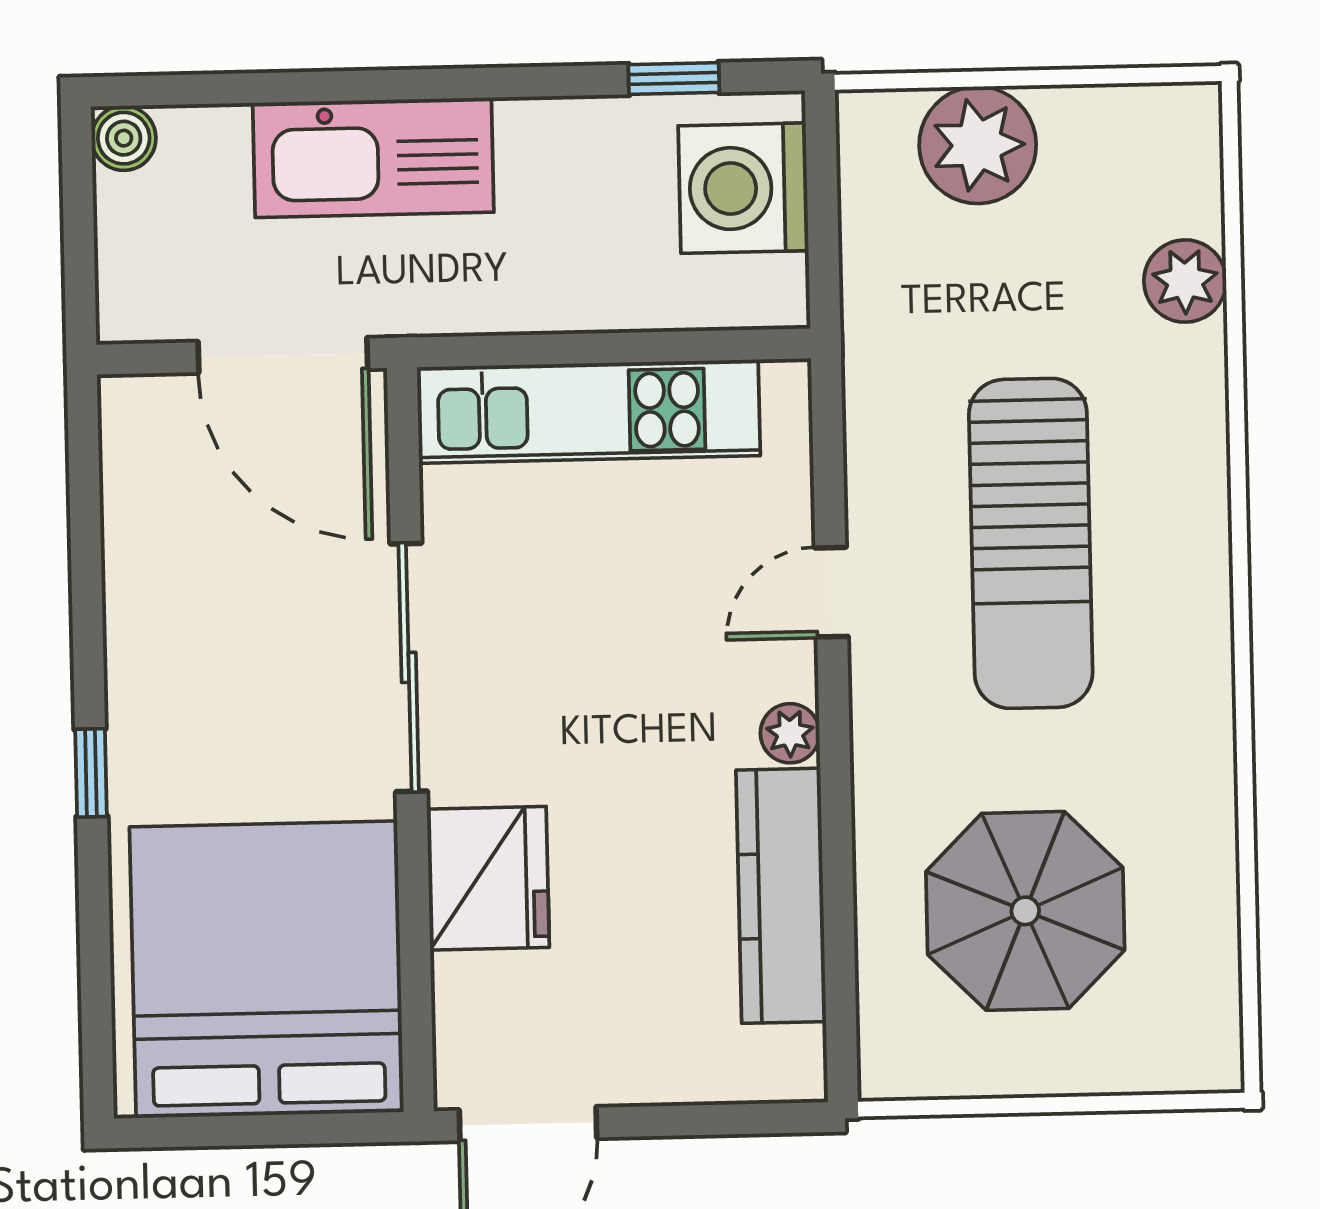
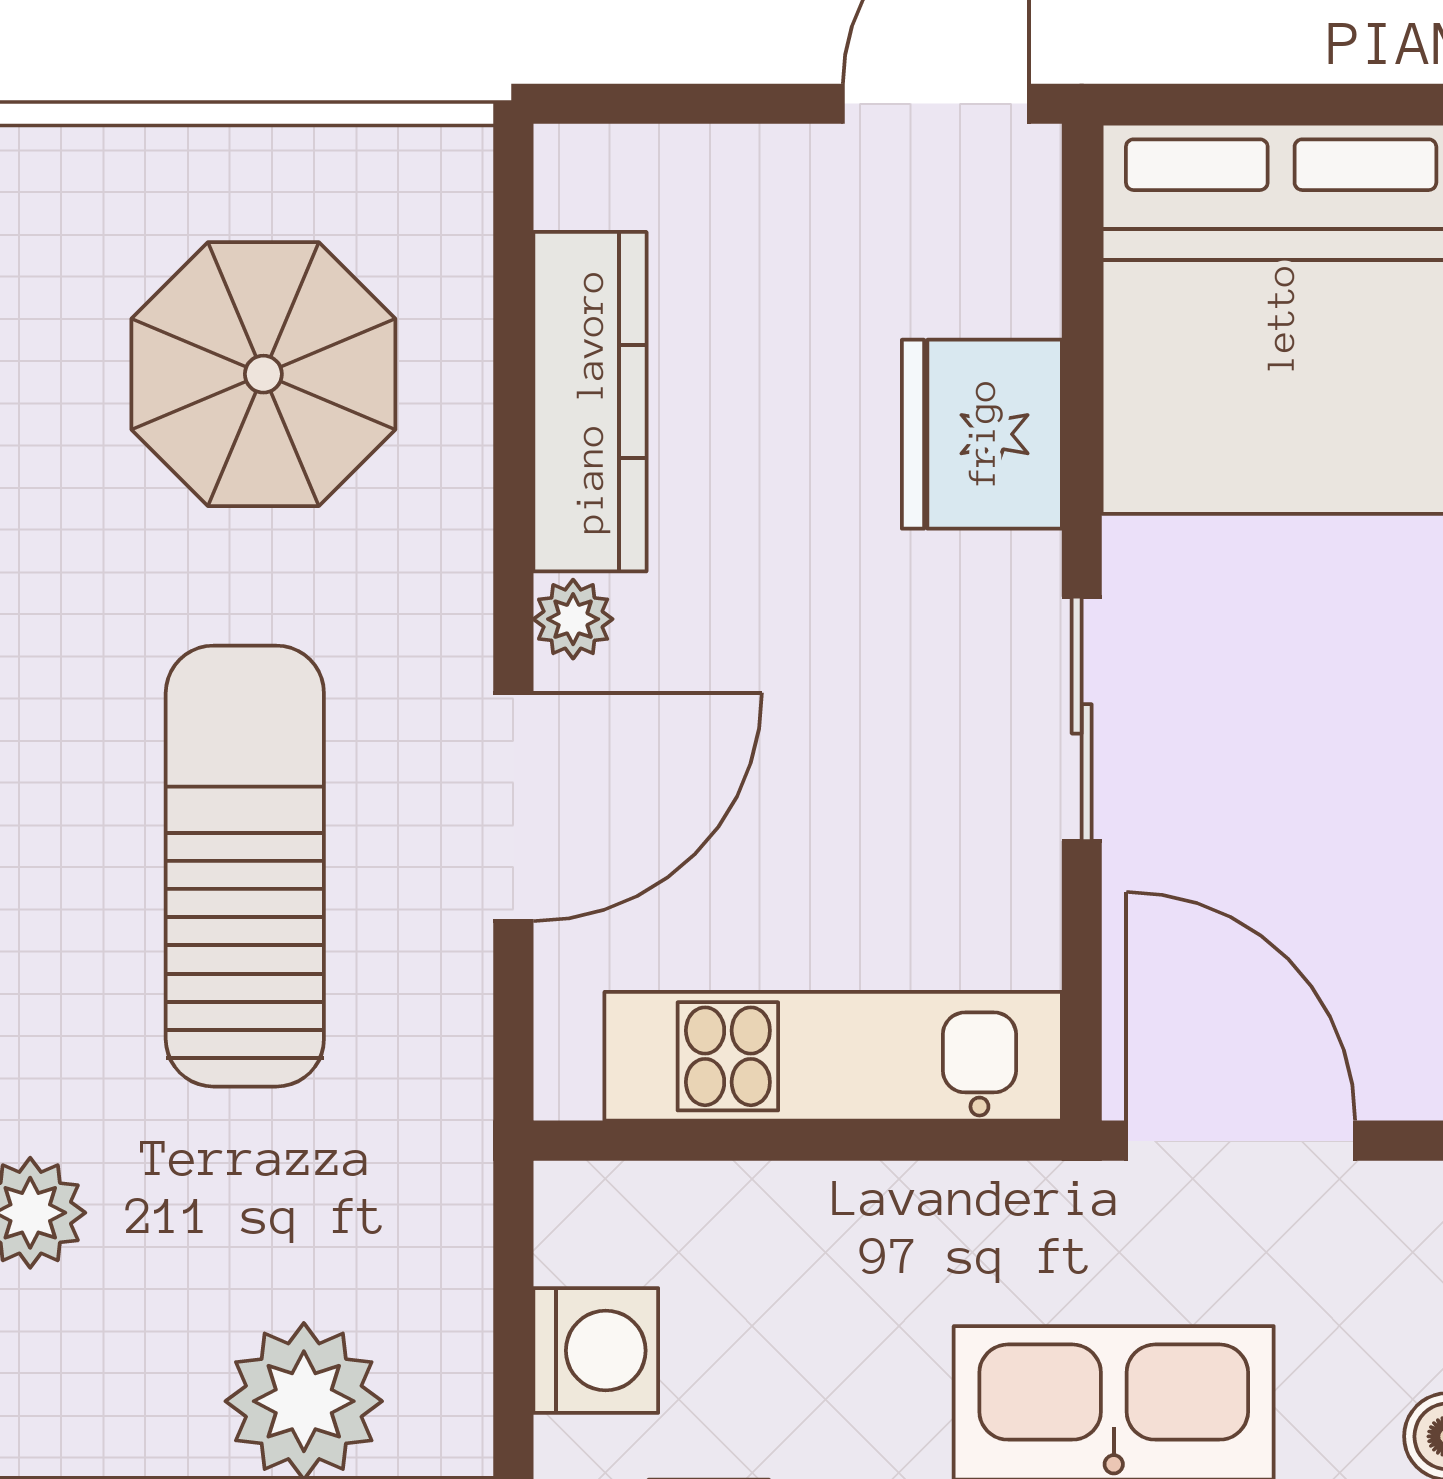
washing machine: (743, 188) -> (596, 1351), width x0.73, depth x0.73
door: (831, 592) -> (513, 807), width x1.88
sliding door: (409, 667) -> (1082, 719), width x0.73

